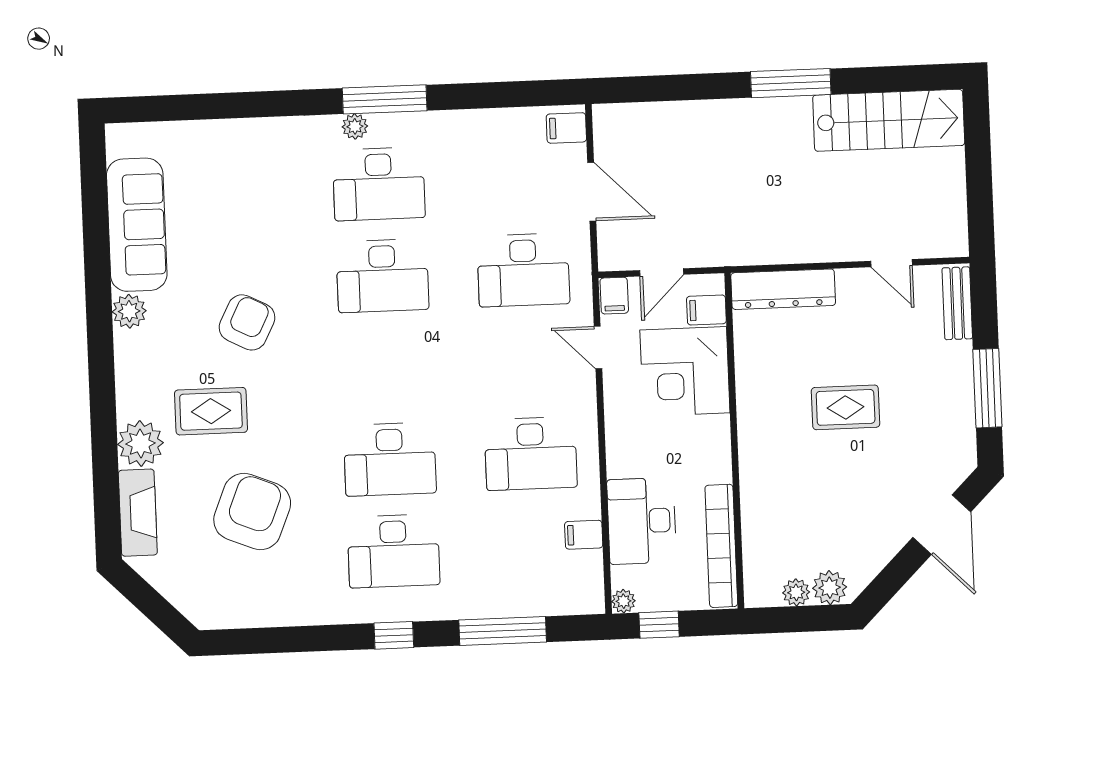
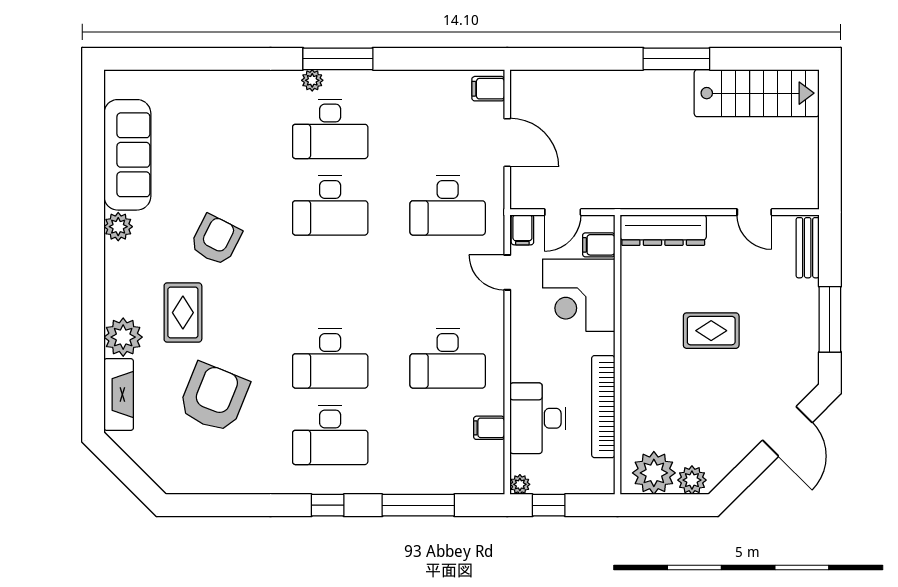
rug: (211, 411) -> (183, 313), turned 90
bookcase: (721, 546) -> (603, 407), moved
plant: (796, 592) -> (654, 473), width x1.88, depth x1.88

